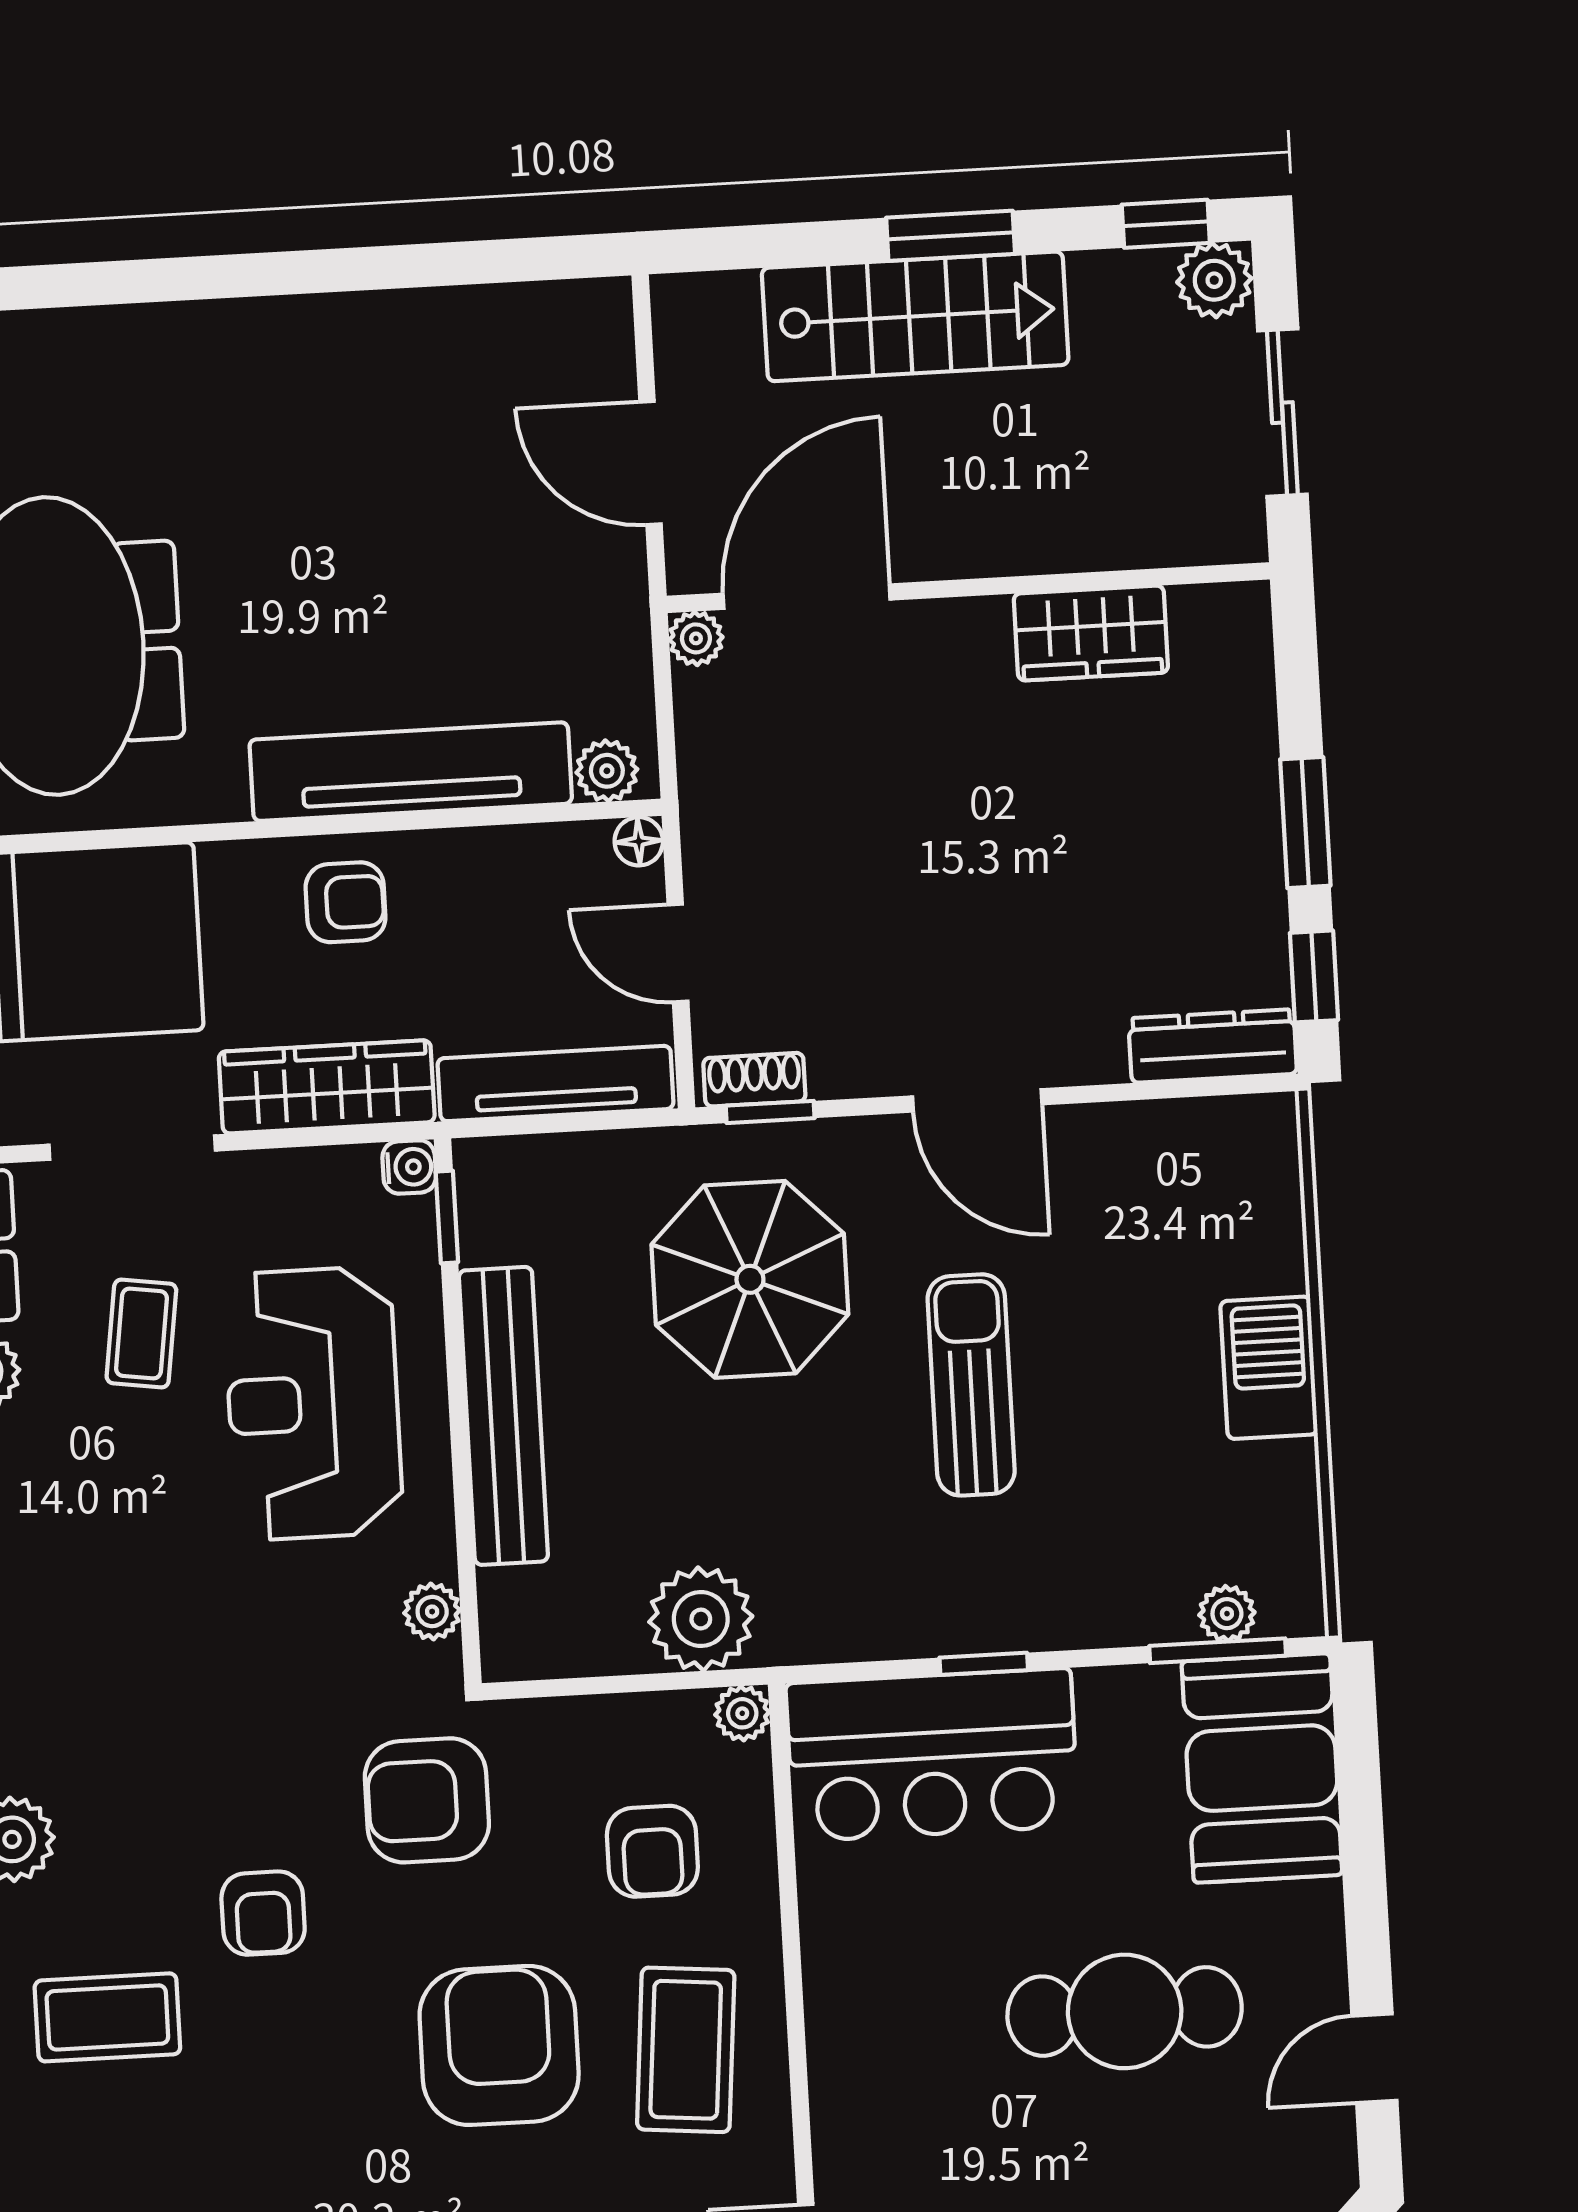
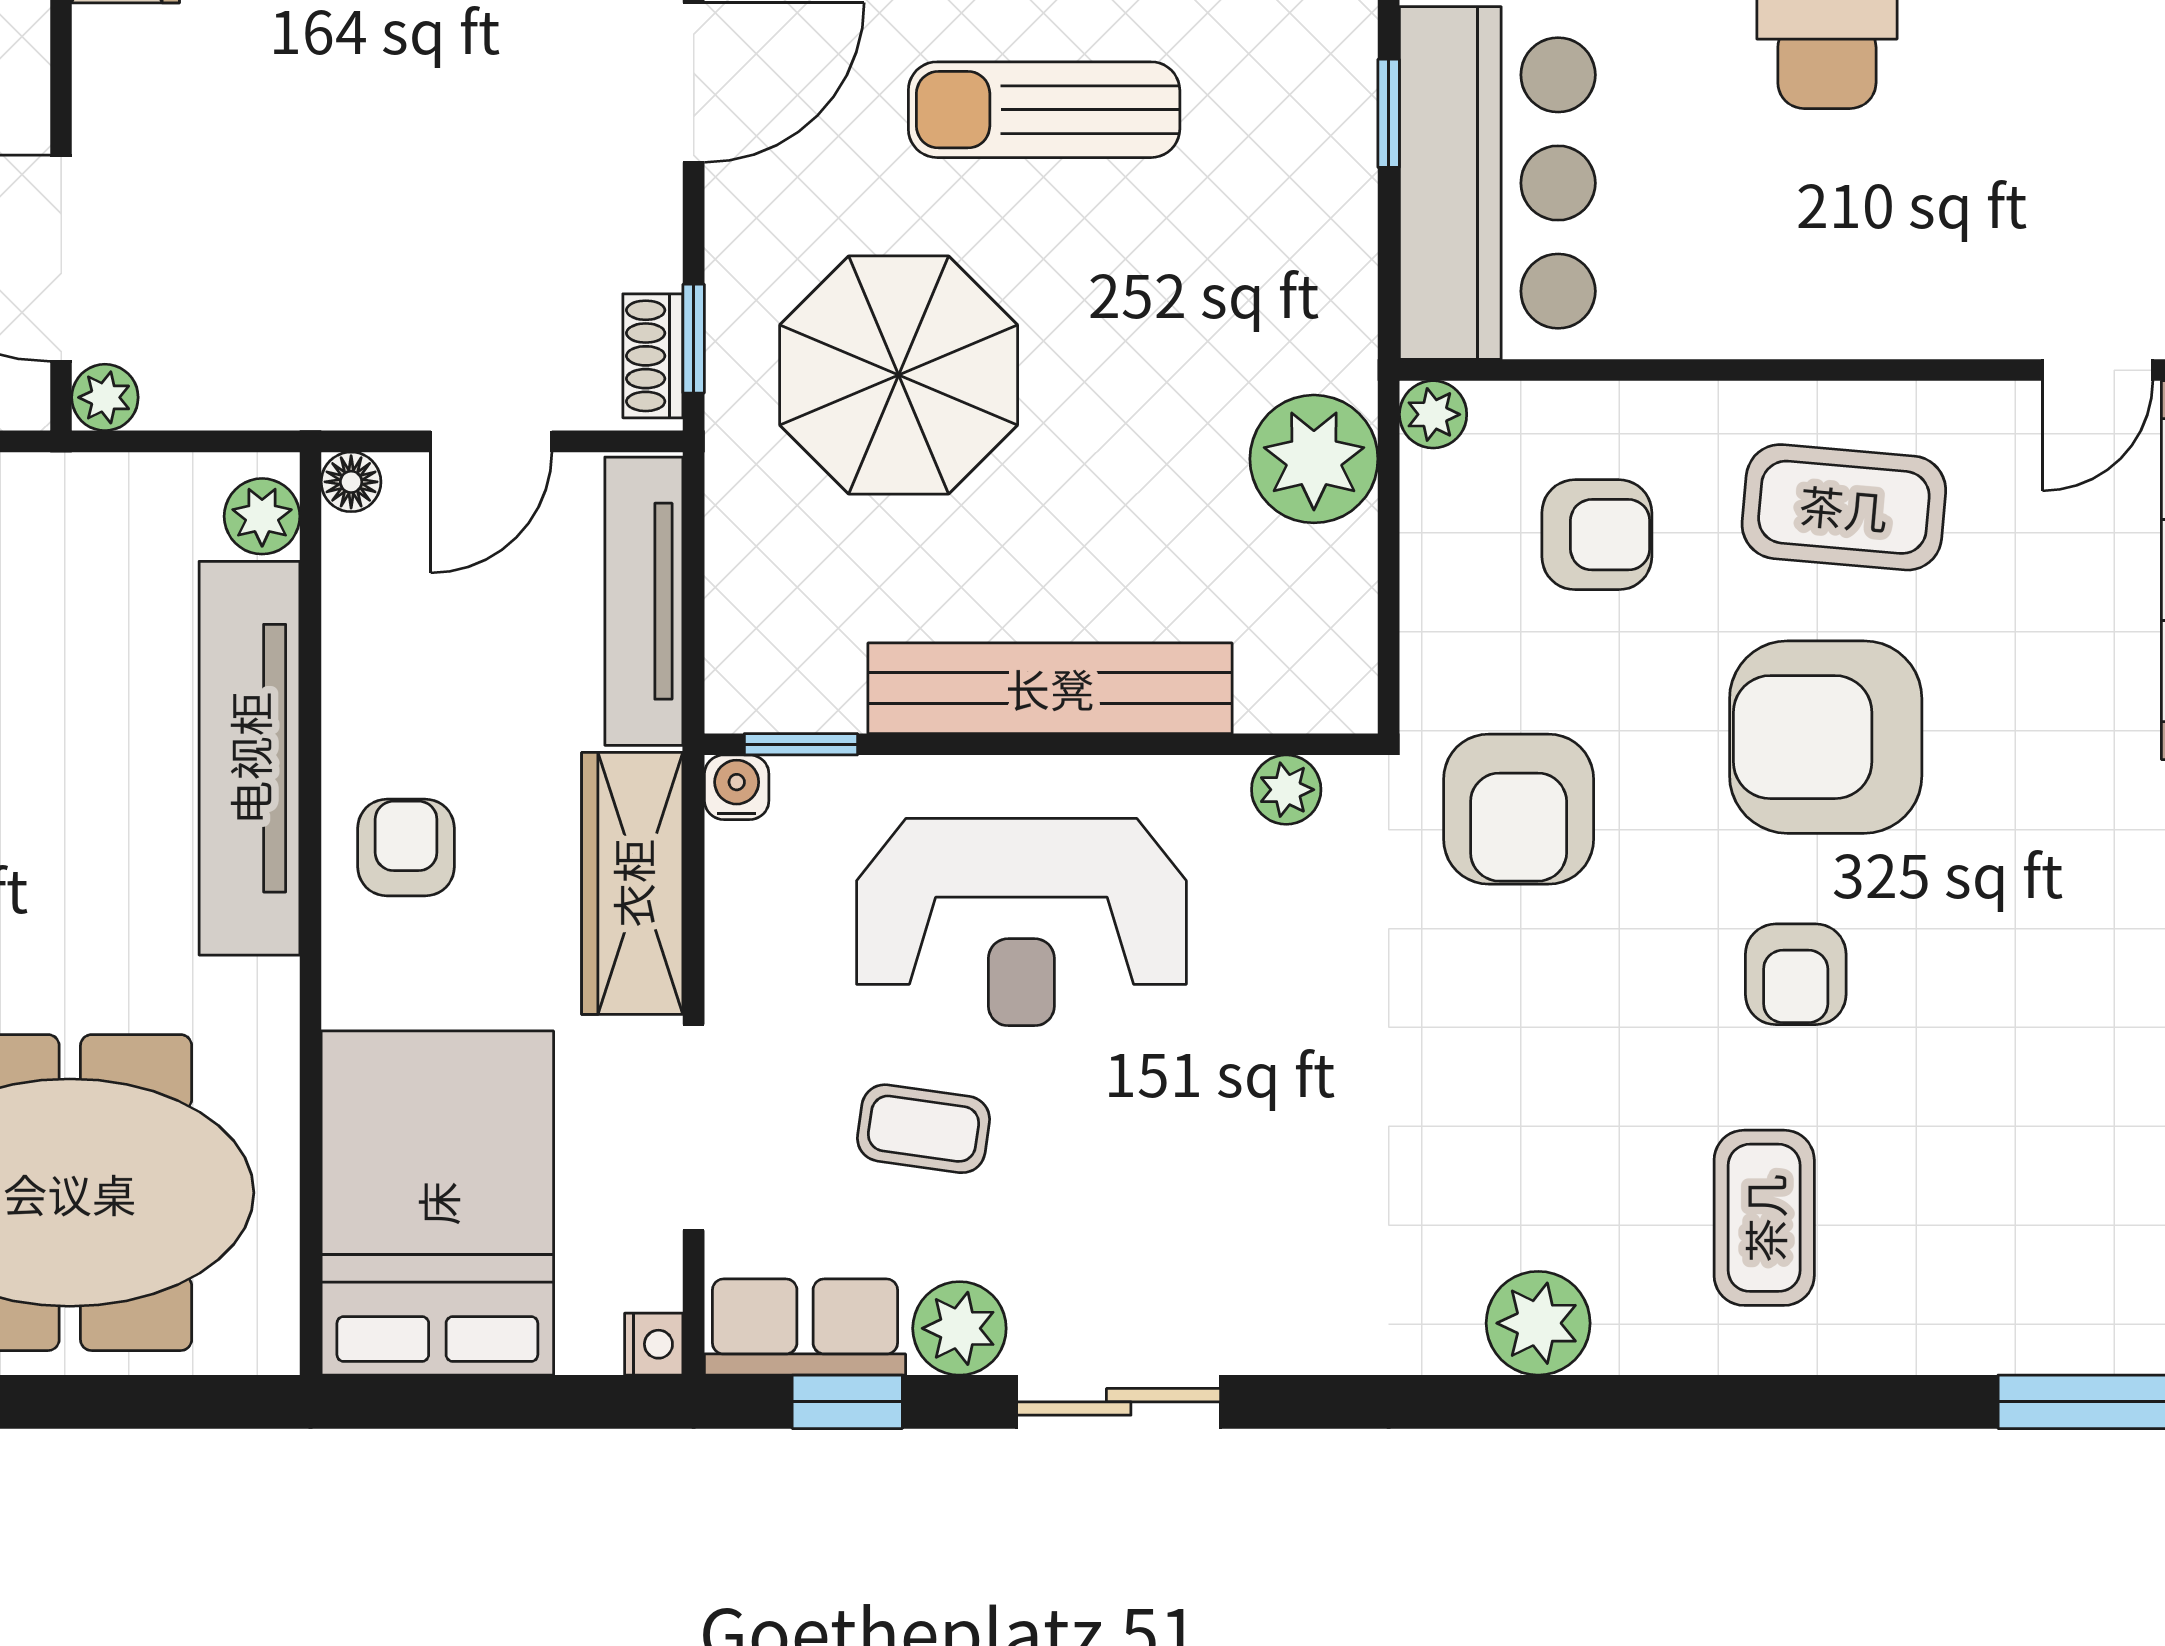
armchair: (263, 1913) -> (1796, 974), moved, turned 90

